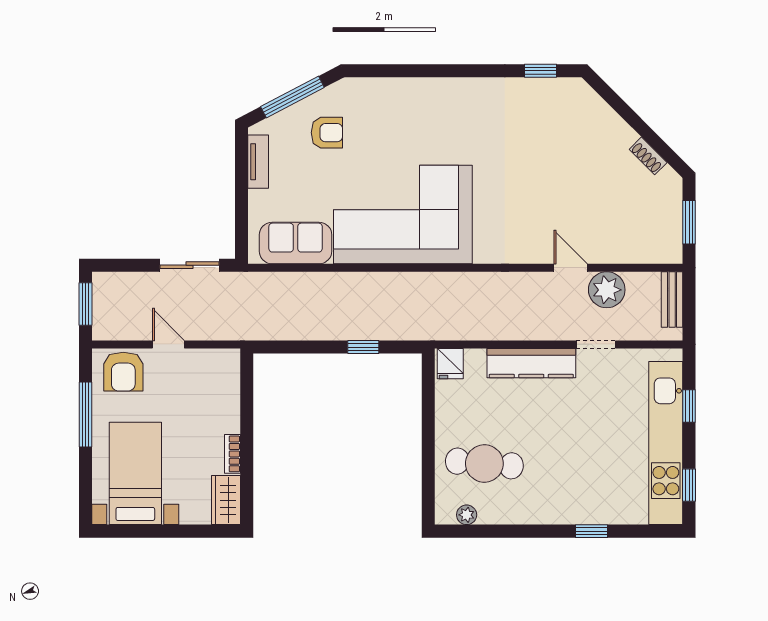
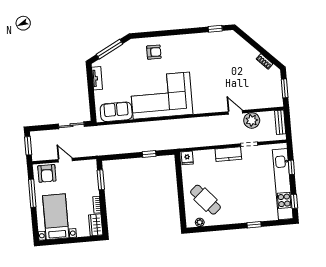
armchair: (327, 133) -> (154, 52), moved
kitchen counter: (531, 363) -> (228, 154), width x0.67
window: (247, 397) -> (101, 180), added
cafe table: (484, 463) -> (205, 200), turned 44

